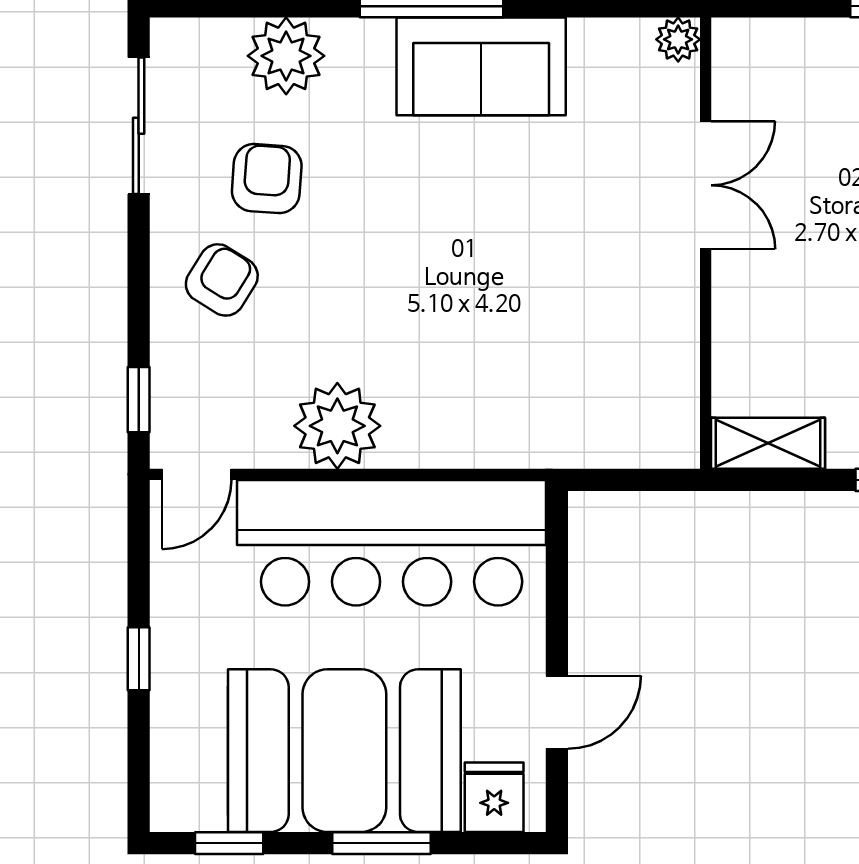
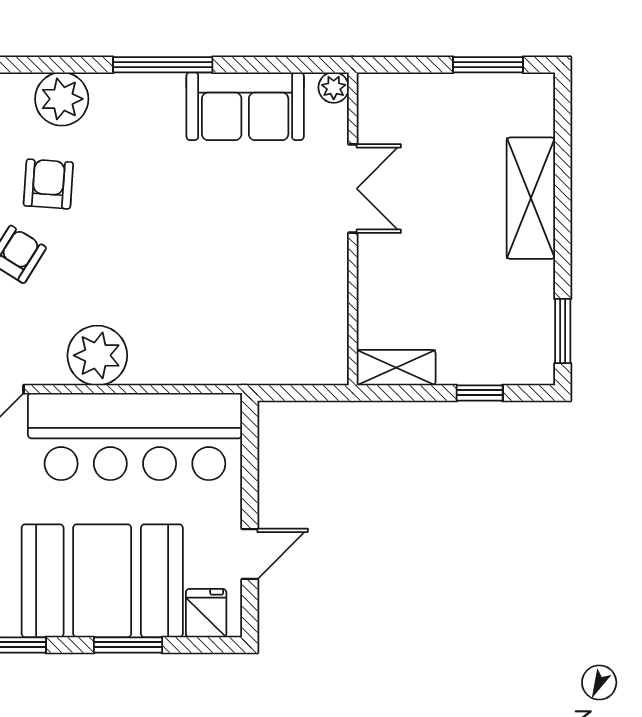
sofa: (481, 66) -> (245, 106), moved

